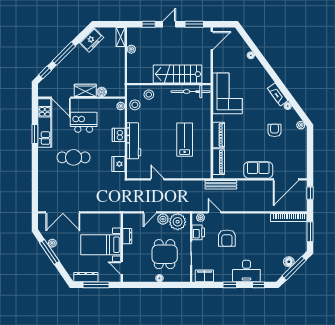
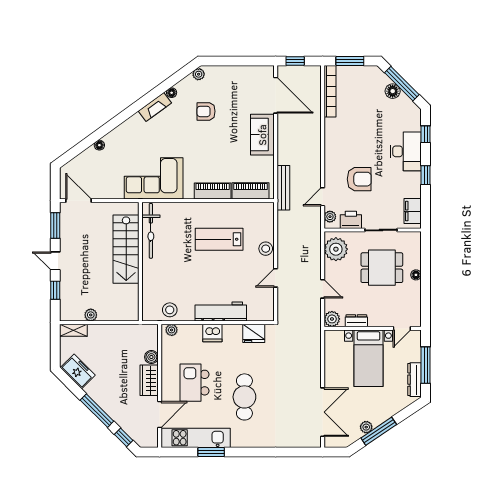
stool: (149, 95) -> (266, 249), moved
plant: (163, 219) -> (332, 319), moved

